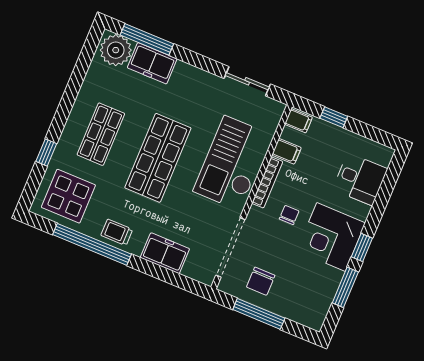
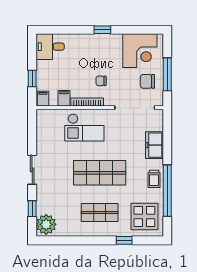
window: (147, 39) -> (32, 209), width x0.46
freezer: (152, 63) -> (45, 200), removed
sliding door: (247, 81) -> (32, 170), moved
checkout: (232, 163) -> (84, 128), width x0.73, depth x0.83
desk: (360, 179) -> (50, 47), moved, turned -90
corner desk: (331, 237) -> (140, 51), moved
chair: (261, 281) -> (147, 81), turned 180
window: (345, 287) -> (130, 30), removed

